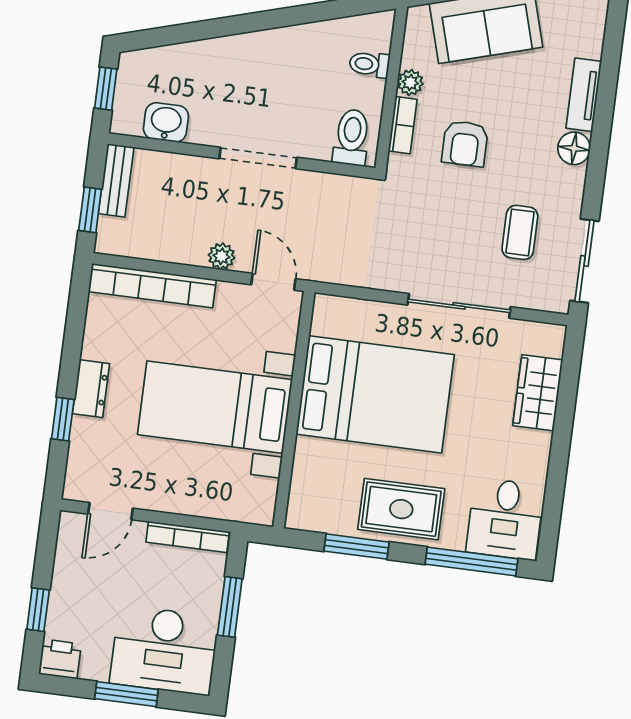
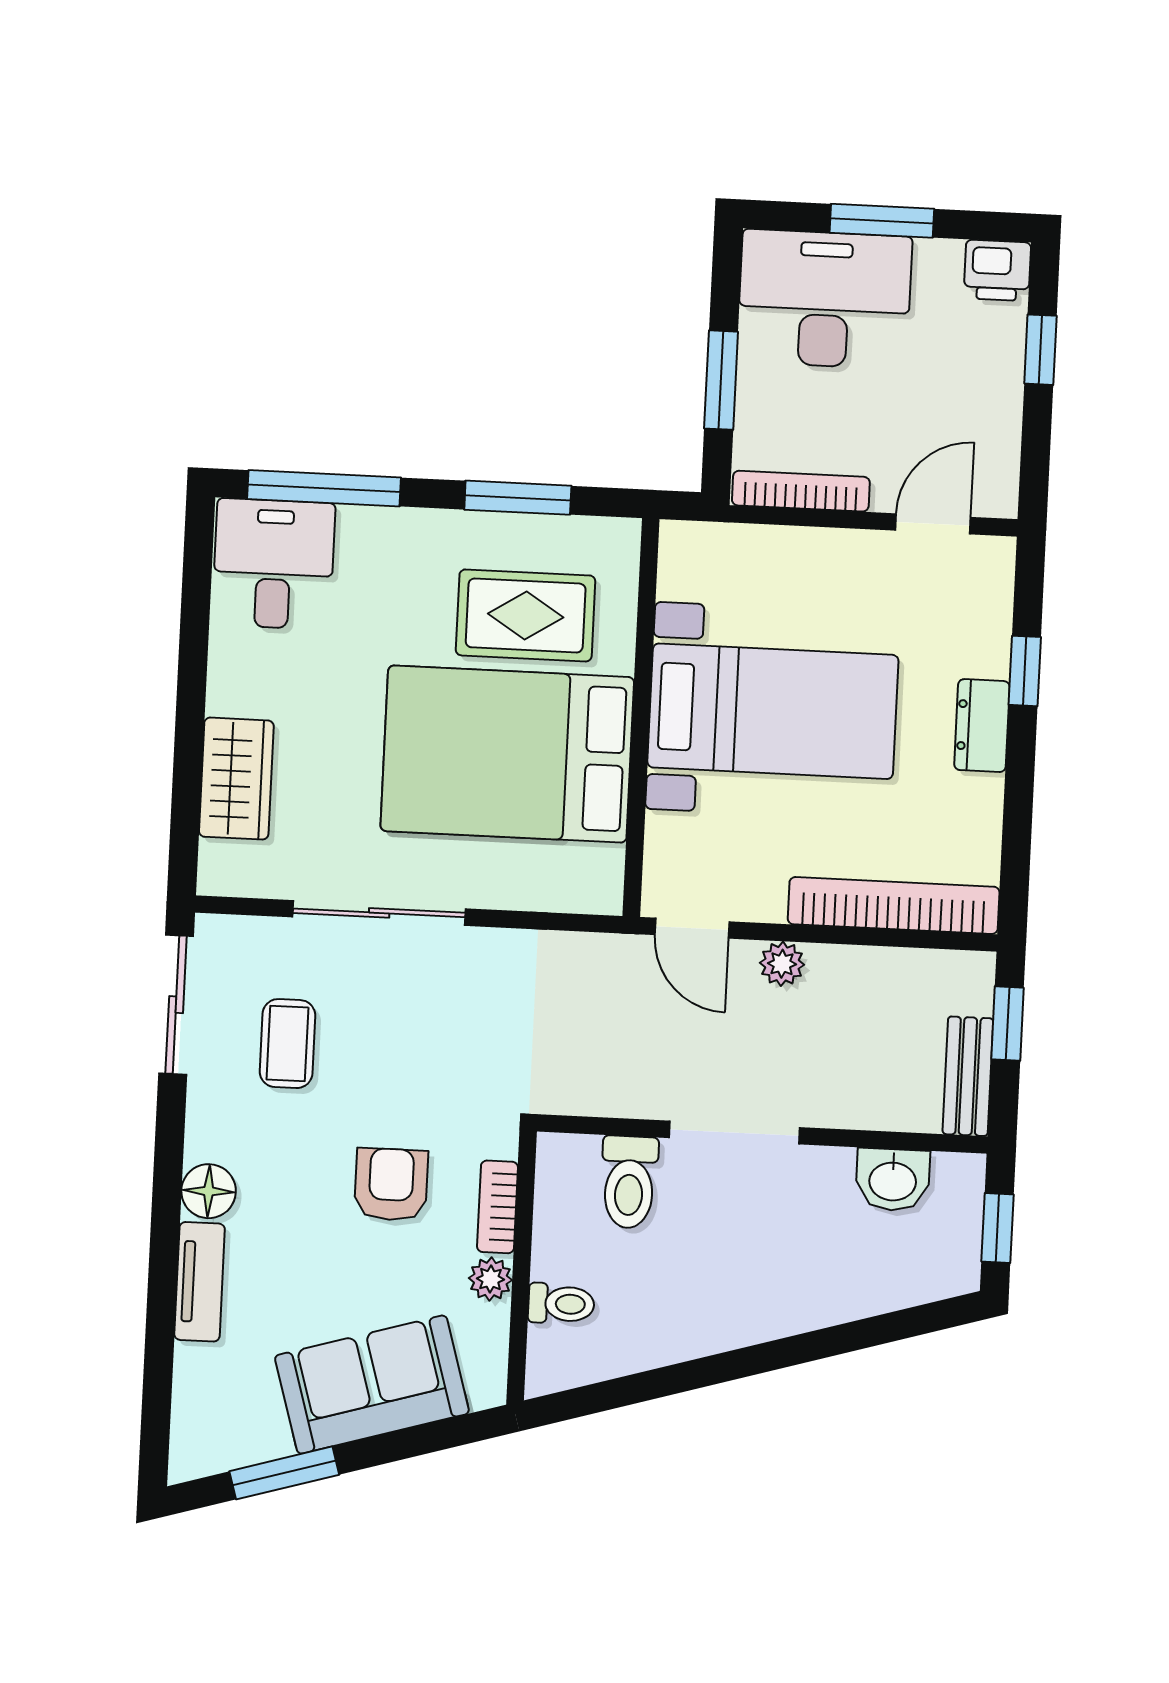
toilet: (352, 137) -> (629, 1182), moved
rug: (401, 509) -> (526, 615), moved

